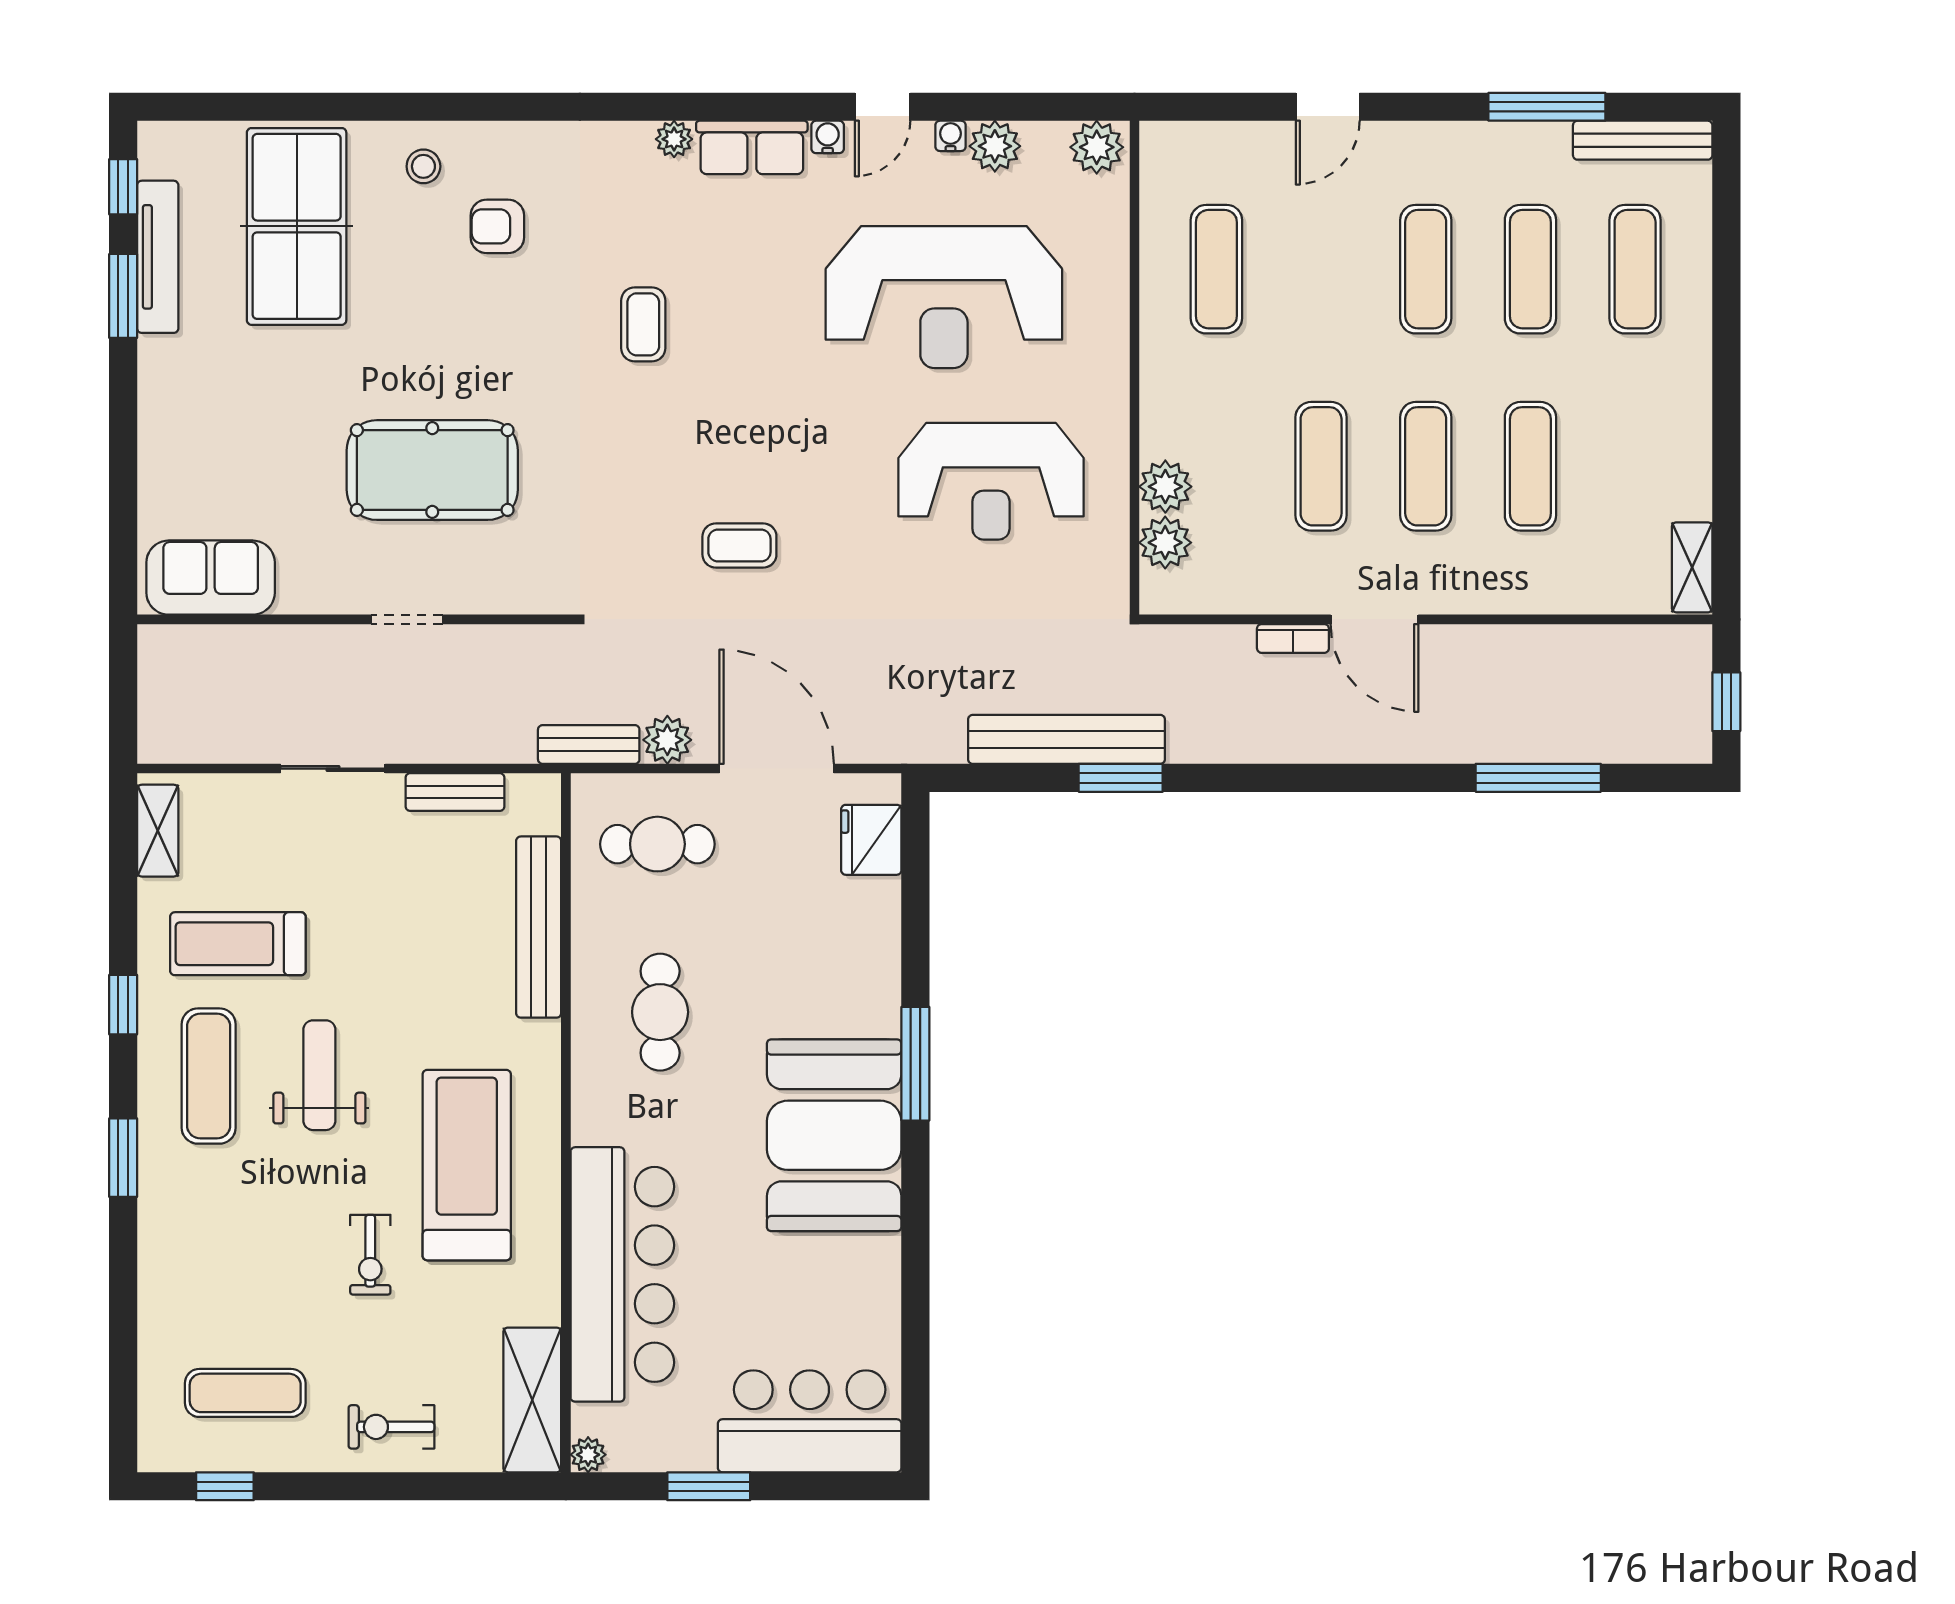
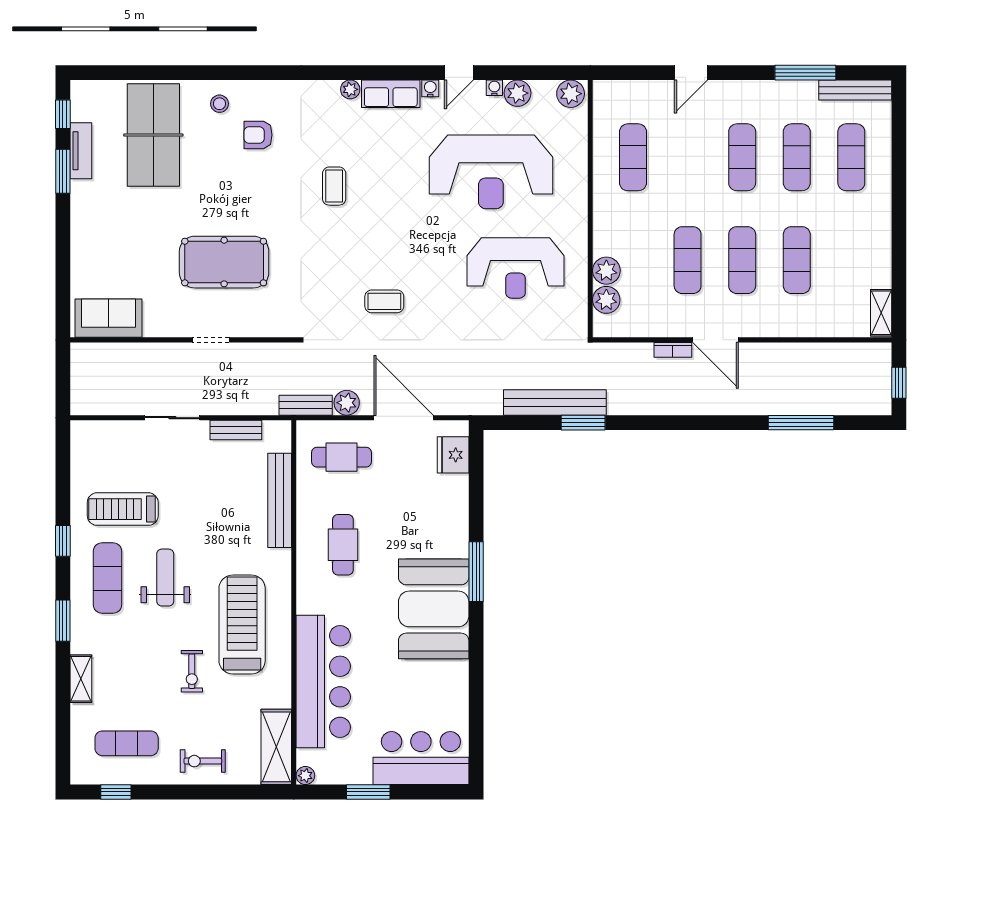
tv unit: (158, 257) -> (81, 151), width x0.71
shelving: (158, 831) -> (81, 679), moved

